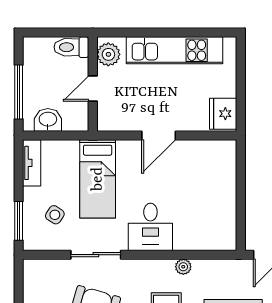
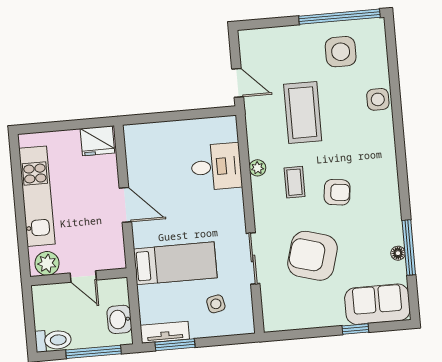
toilet: (71, 47) -> (53, 340), moved, turned -90
side table: (55, 215) -> (216, 304), turned 45
window: (19, 221) -> (175, 345), moved
desk: (150, 227) -> (216, 167), moved

